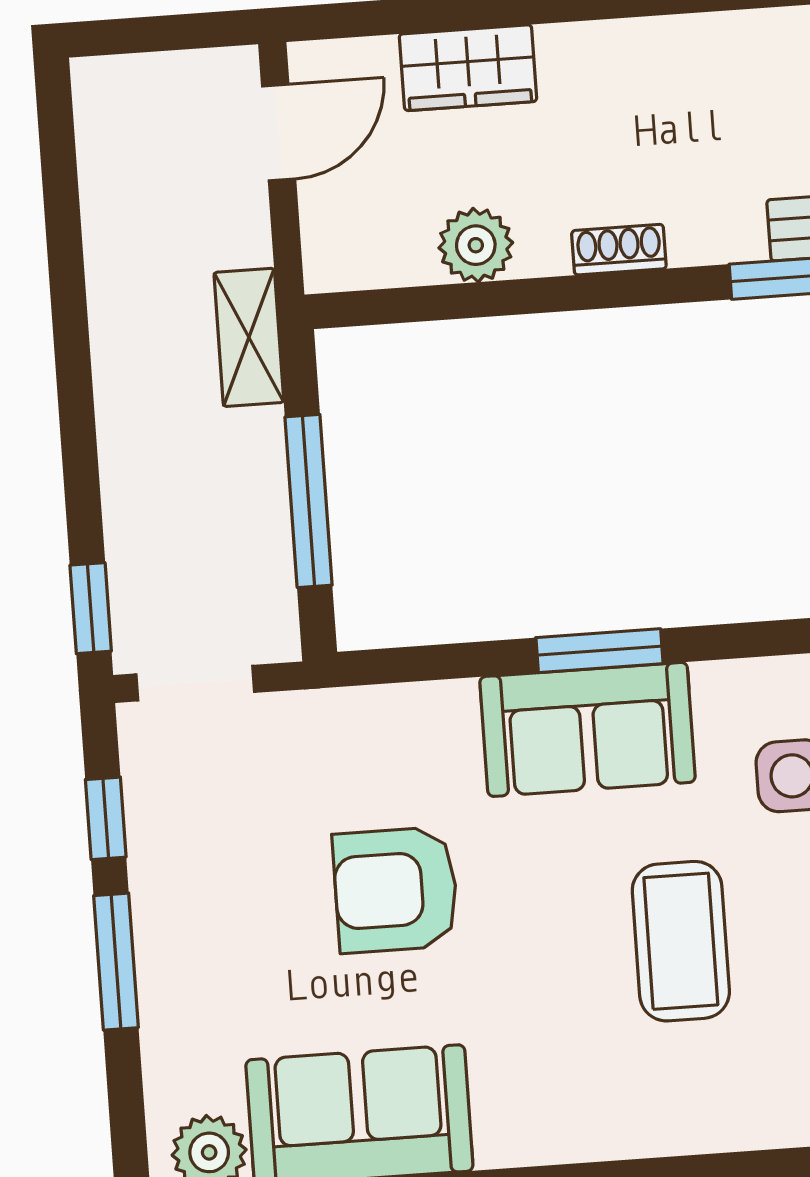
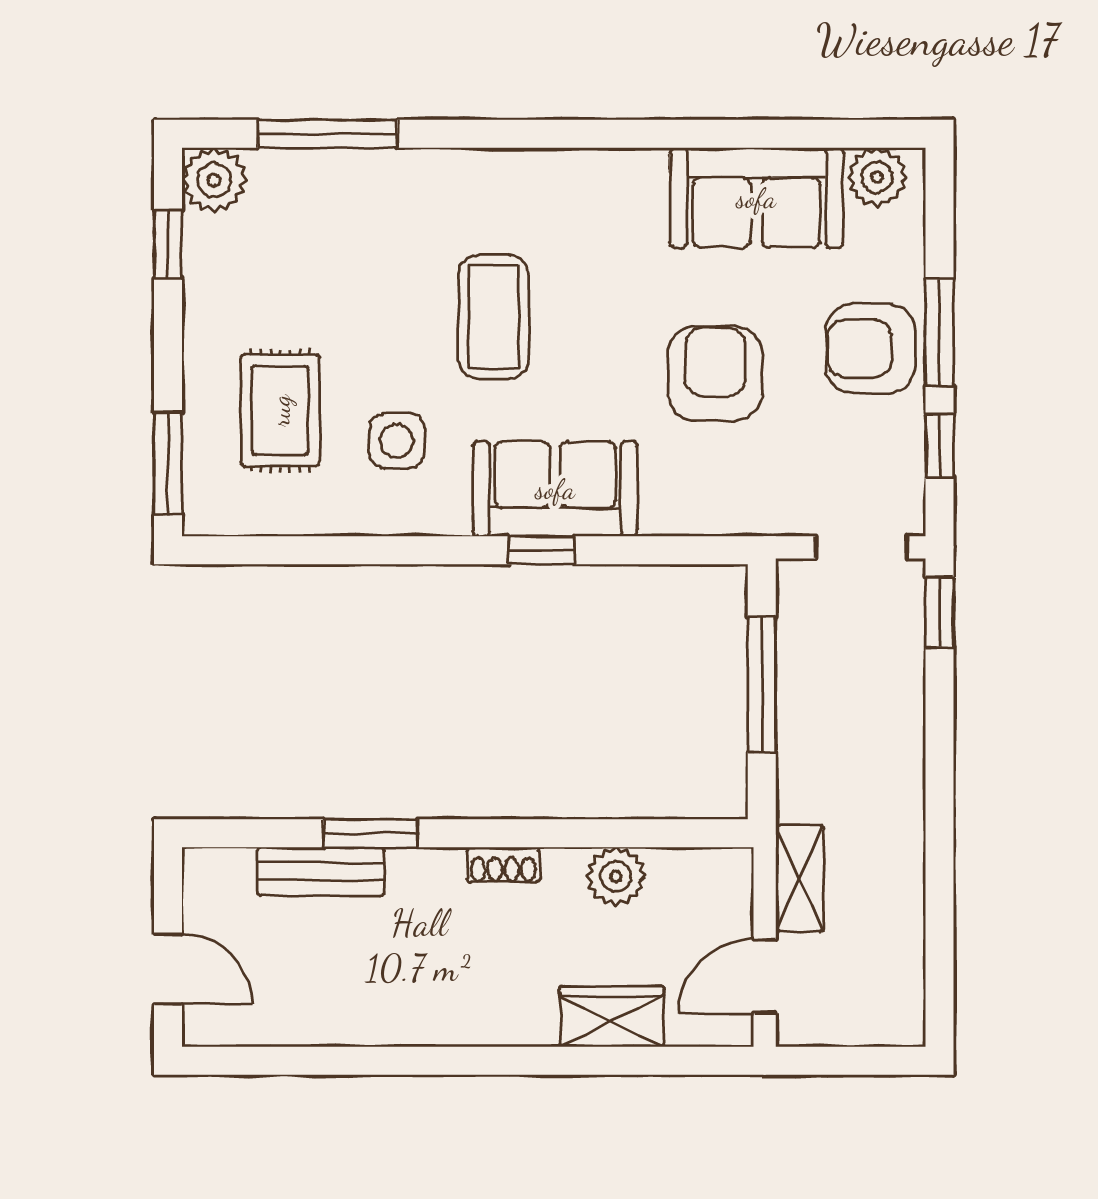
shelving: (249, 337) -> (800, 878), moved
window: (599, 651) -> (541, 550), width x0.67
armchair: (396, 890) -> (715, 373), turned -90
armchair: (202, 935) -> (871, 349), added

